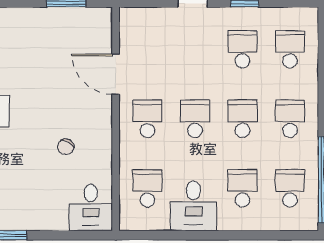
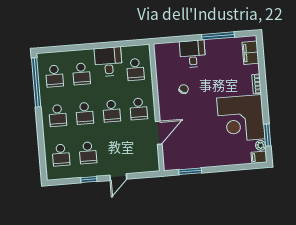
door: (116, 74) -> (159, 133), hinge flipped
desk: (91, 208) -> (193, 54), moved

